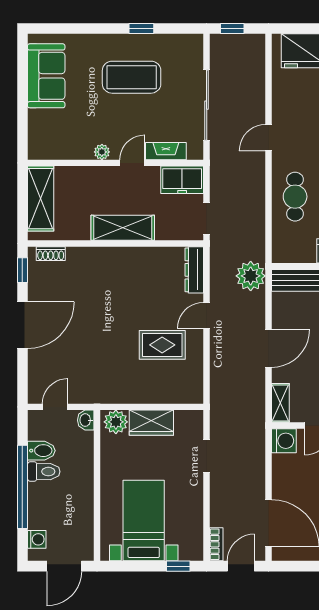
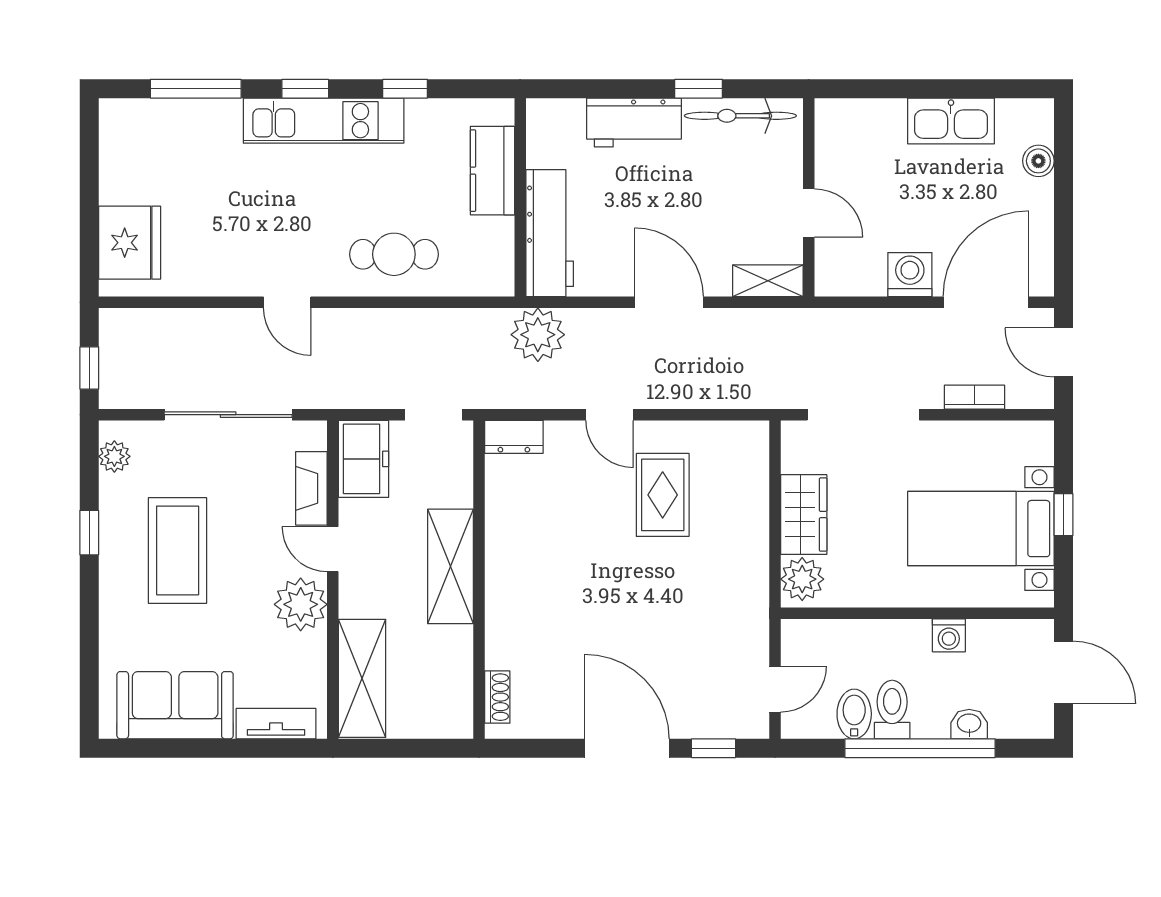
plant: (183, 42) -> (114, 456), added
tv unit: (36, 132) -> (276, 724), added
plant: (102, 152) -> (301, 604), width x1.87, depth x1.87
shelving: (41, 199) -> (362, 678), moved, turned 90
window: (22, 270) -> (714, 748), moved
dresser: (194, 270) -> (514, 437), width x0.70
door: (55, 407) -> (775, 689), swing flipped
washbasin: (86, 420) -> (969, 724), moved, turned 180
washing machine: (284, 441) -> (910, 275), moved
doorway: (207, 456) -> (863, 415), width x1.88
washing machine: (37, 539) -> (949, 635), moved, turned 180
bookcase: (216, 544) -> (974, 397), moved
window: (178, 566) -> (1063, 515), moved

